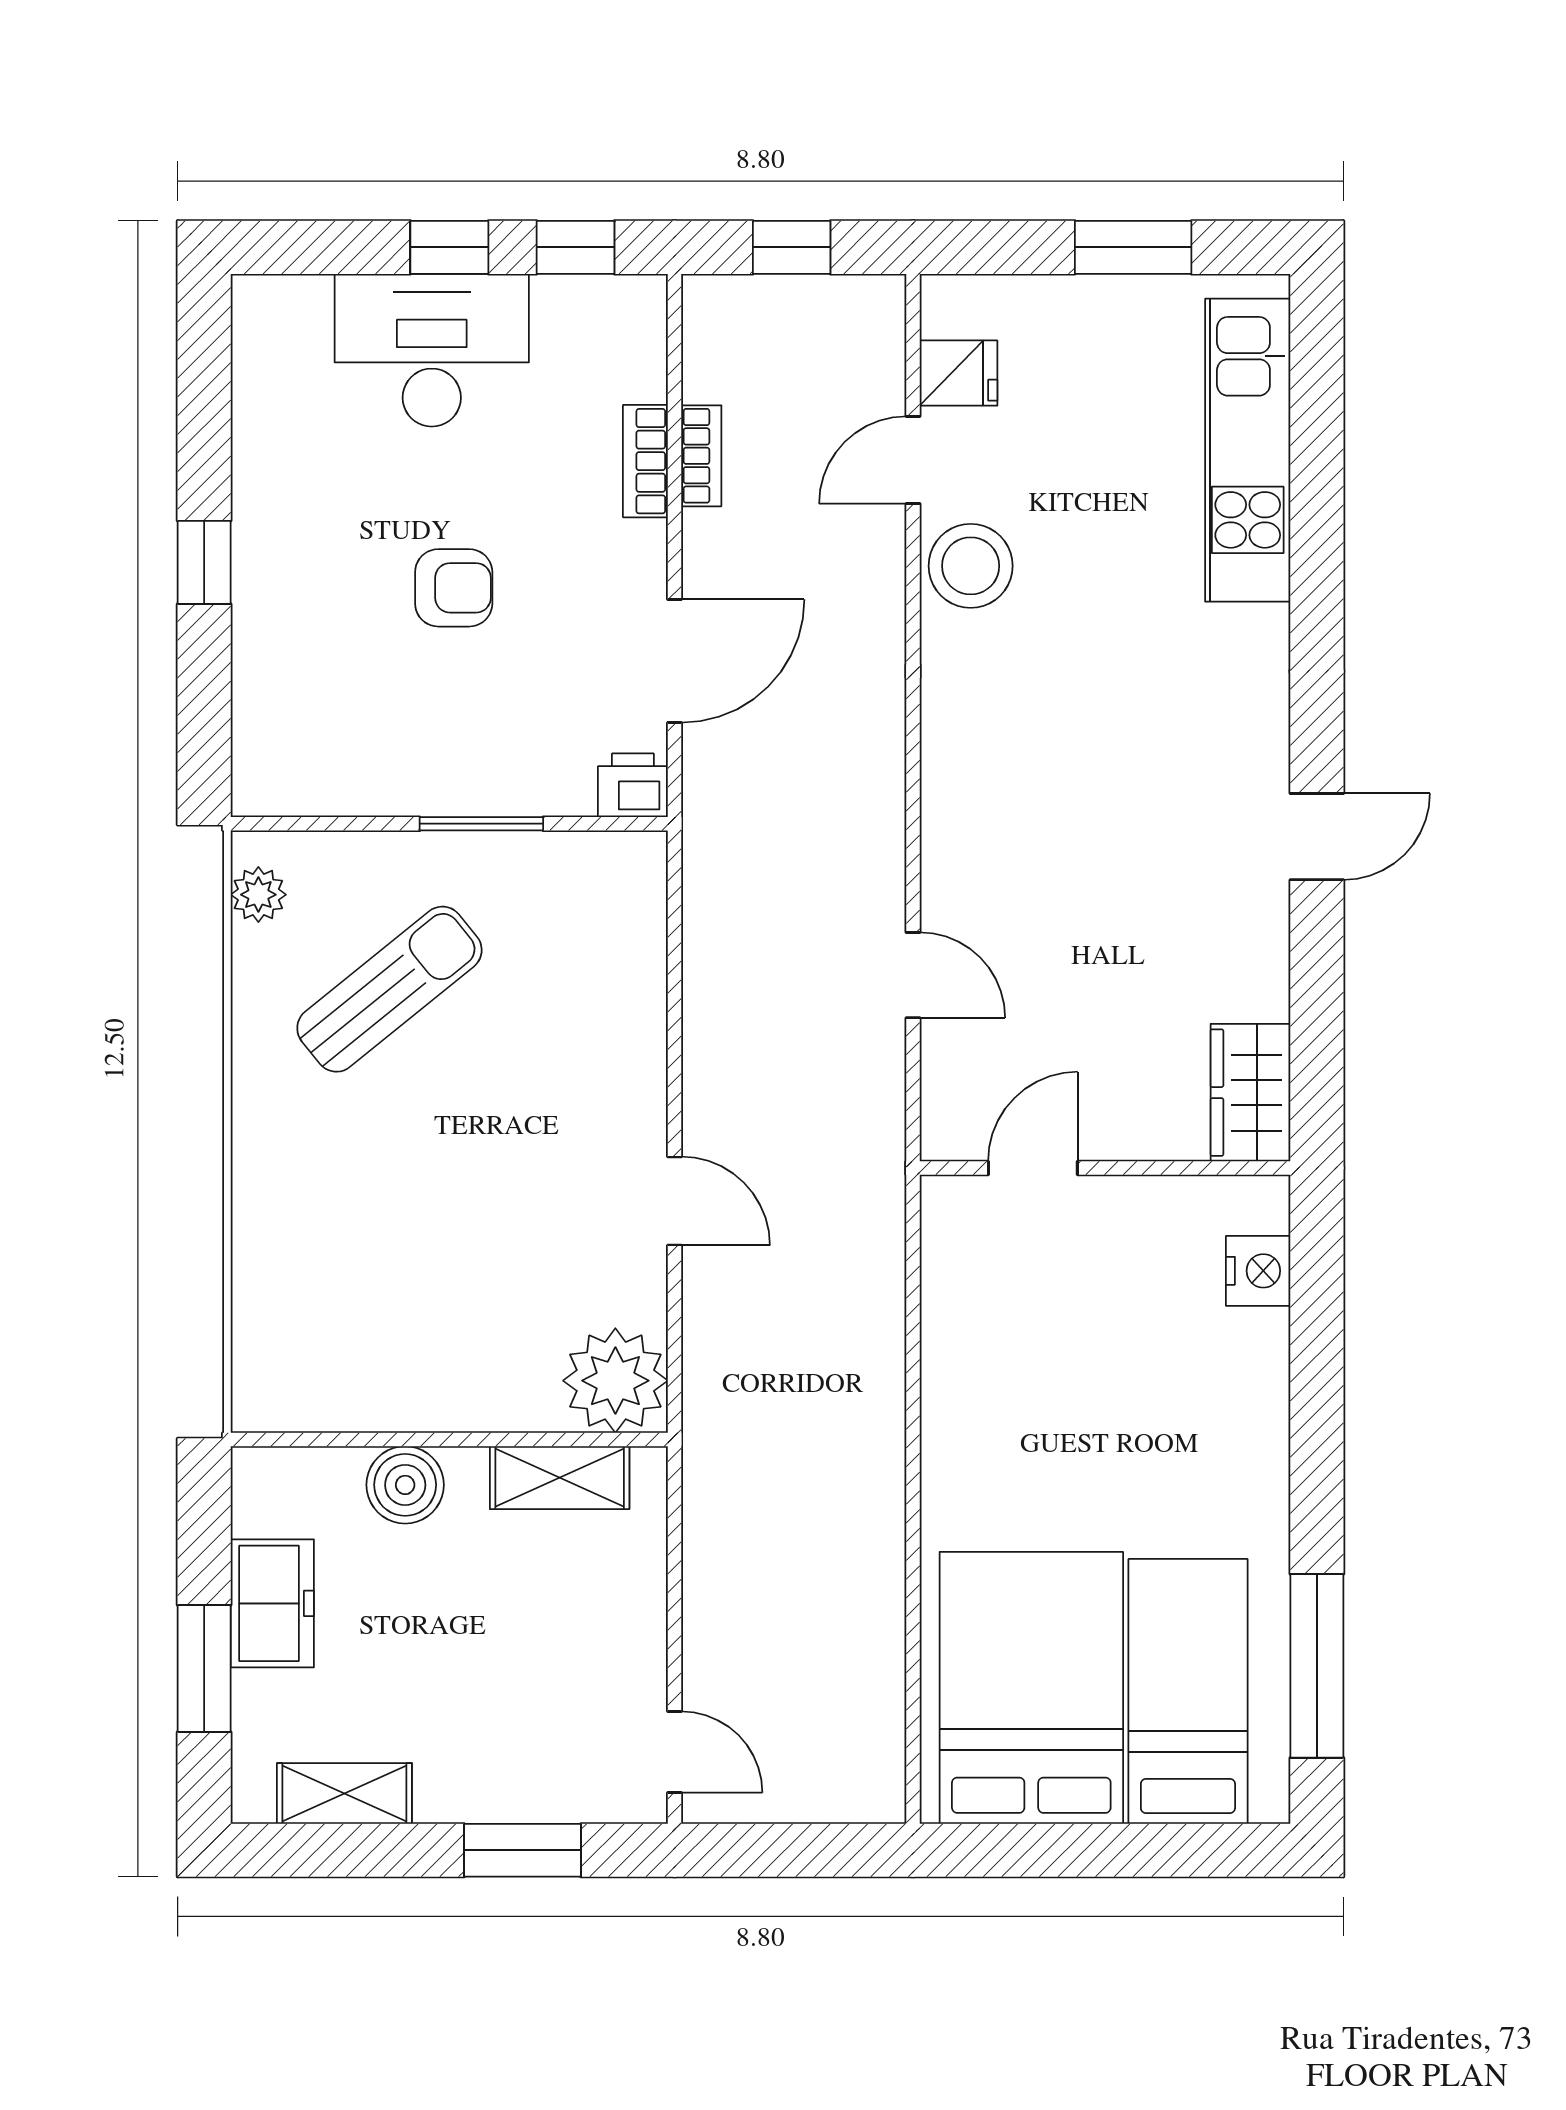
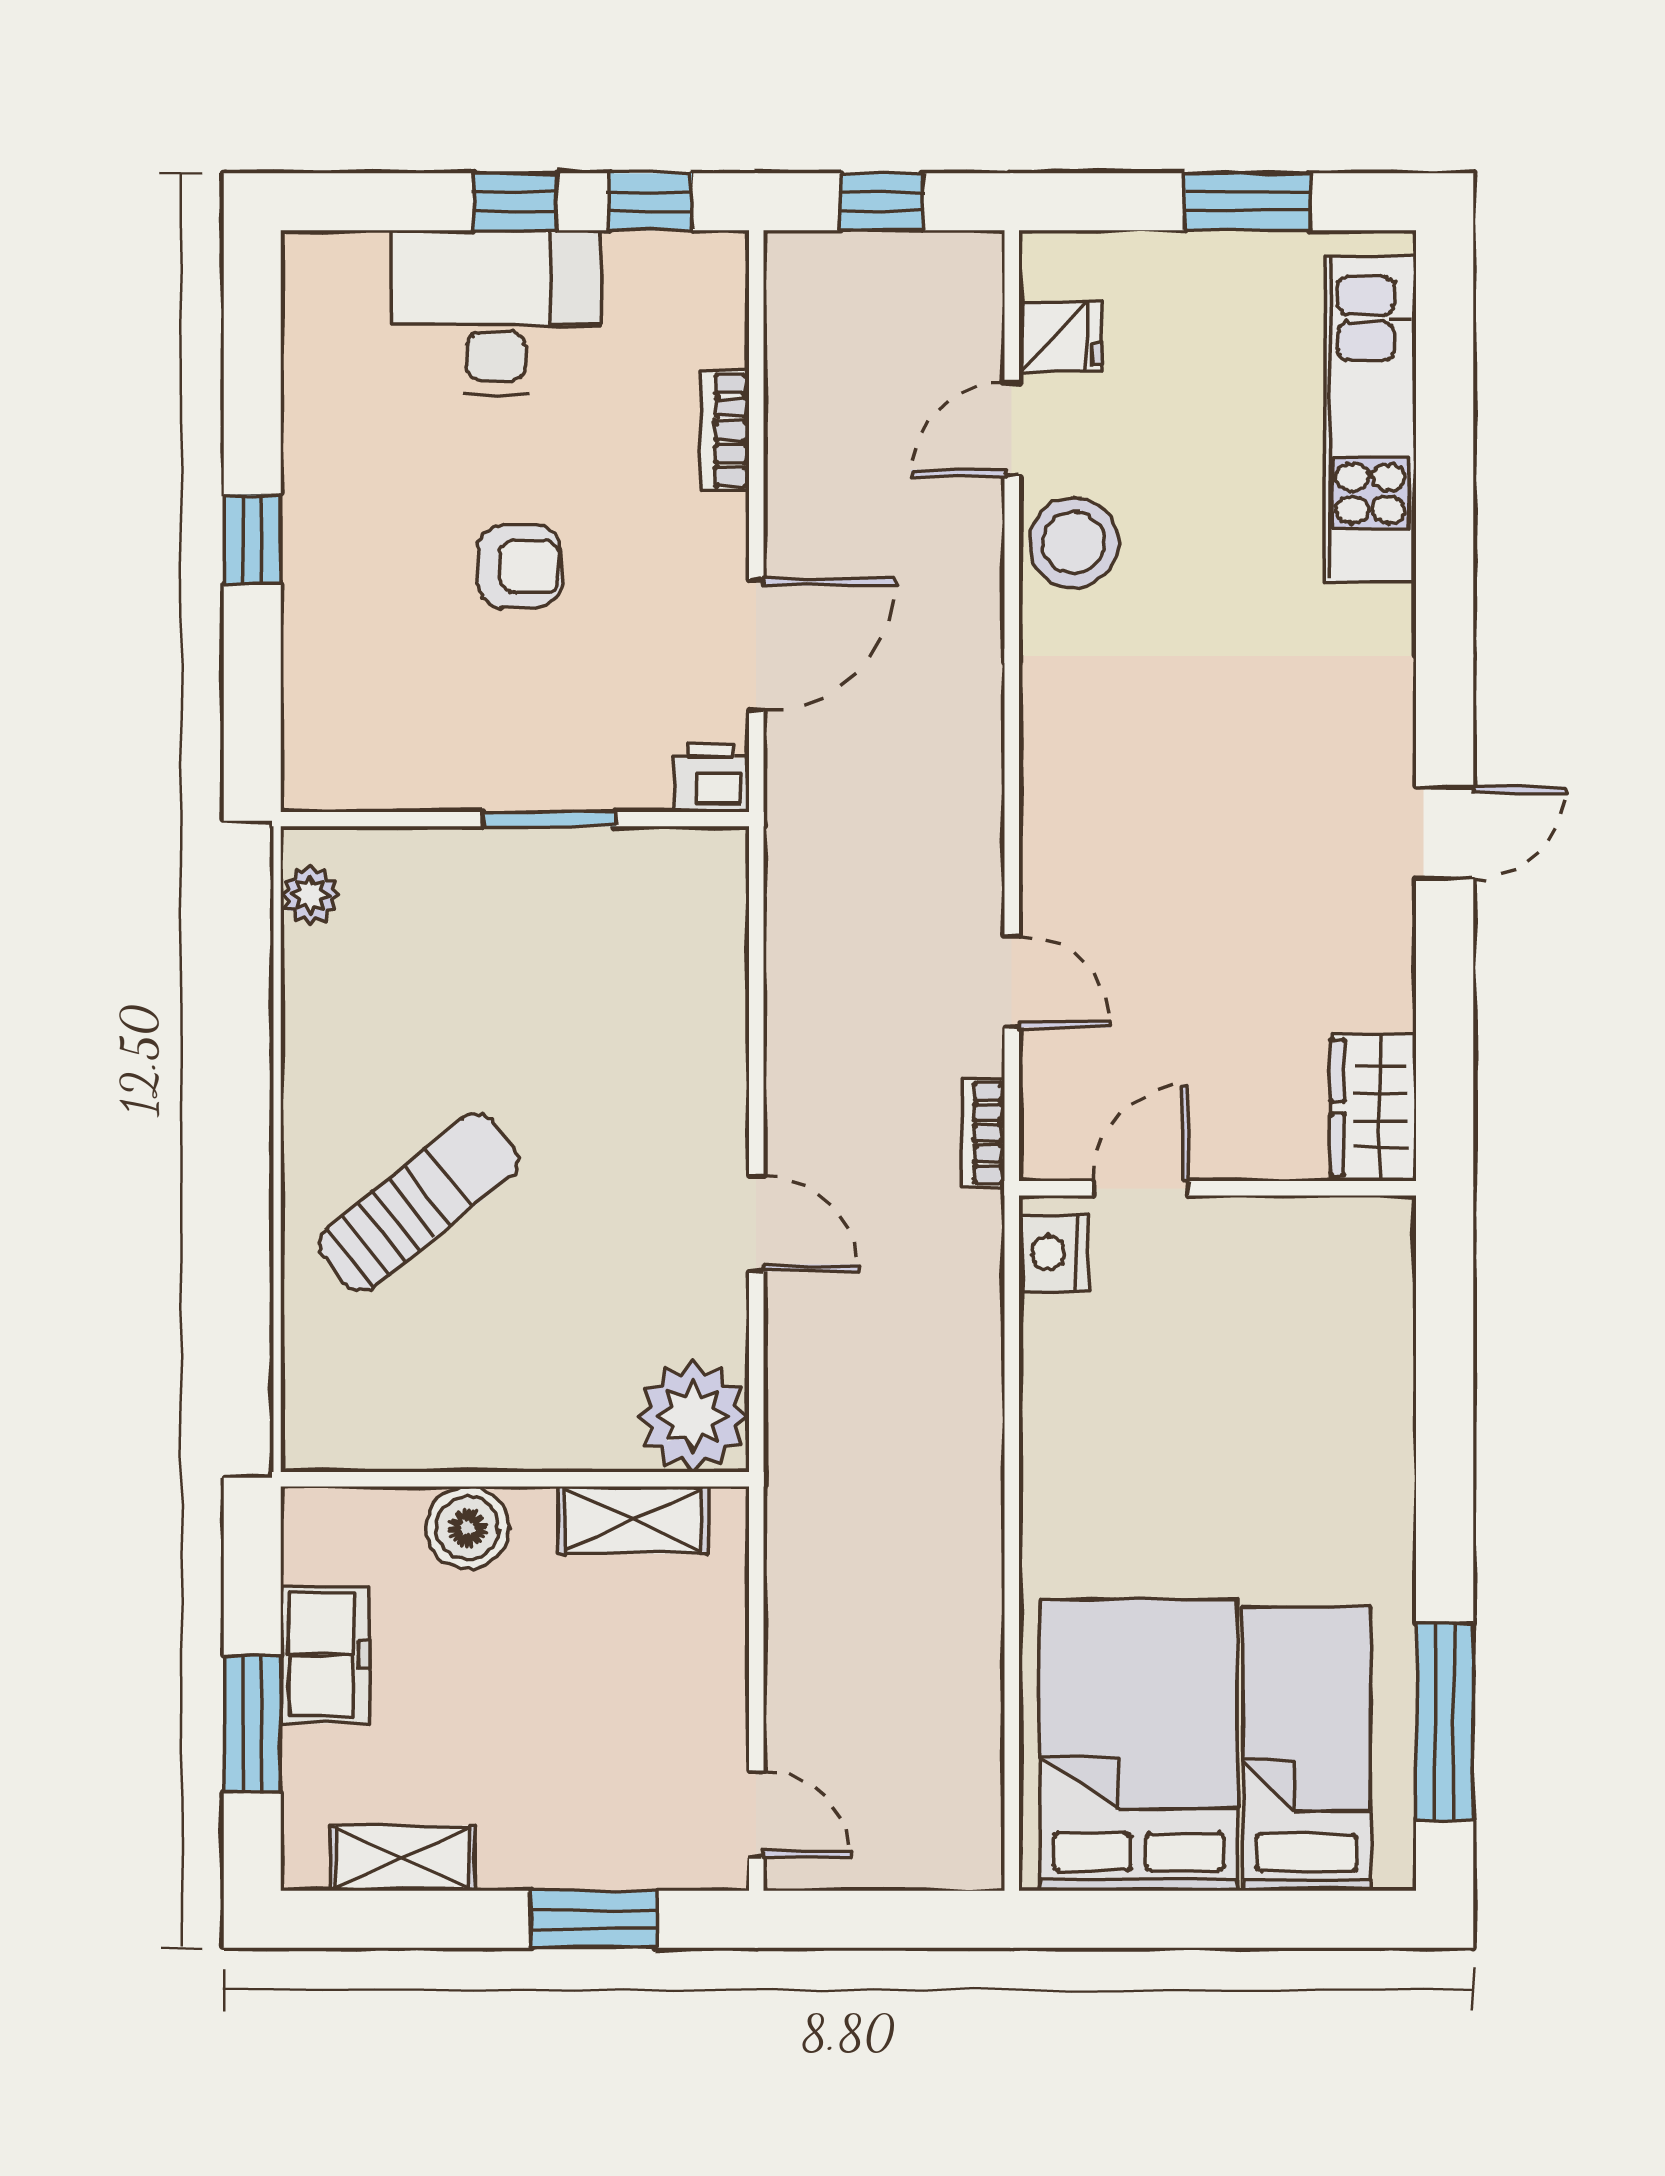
bookcase: (701, 456) -> (983, 1133), moved, turned 180
sun lounger: (389, 989) -> (419, 1202), moved
nightstand: (1258, 1271) -> (1053, 1253), moved, turned 180

